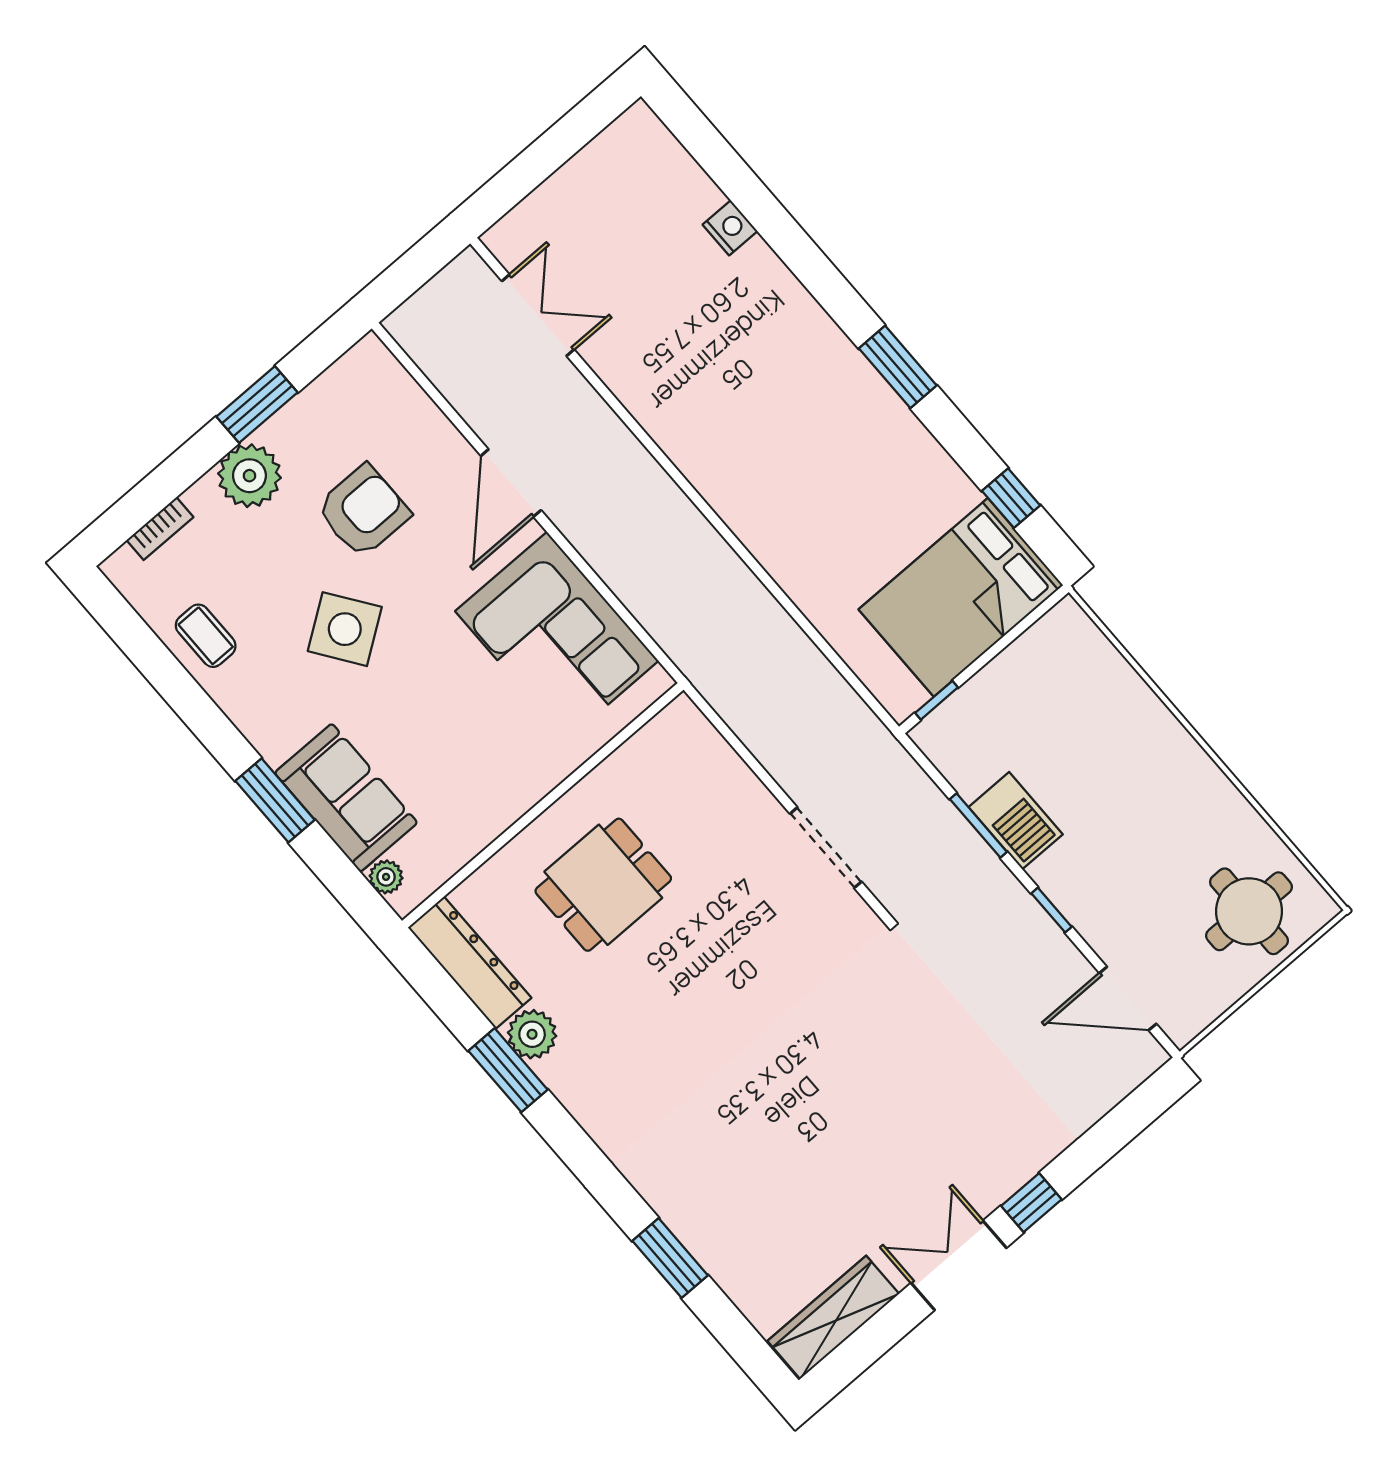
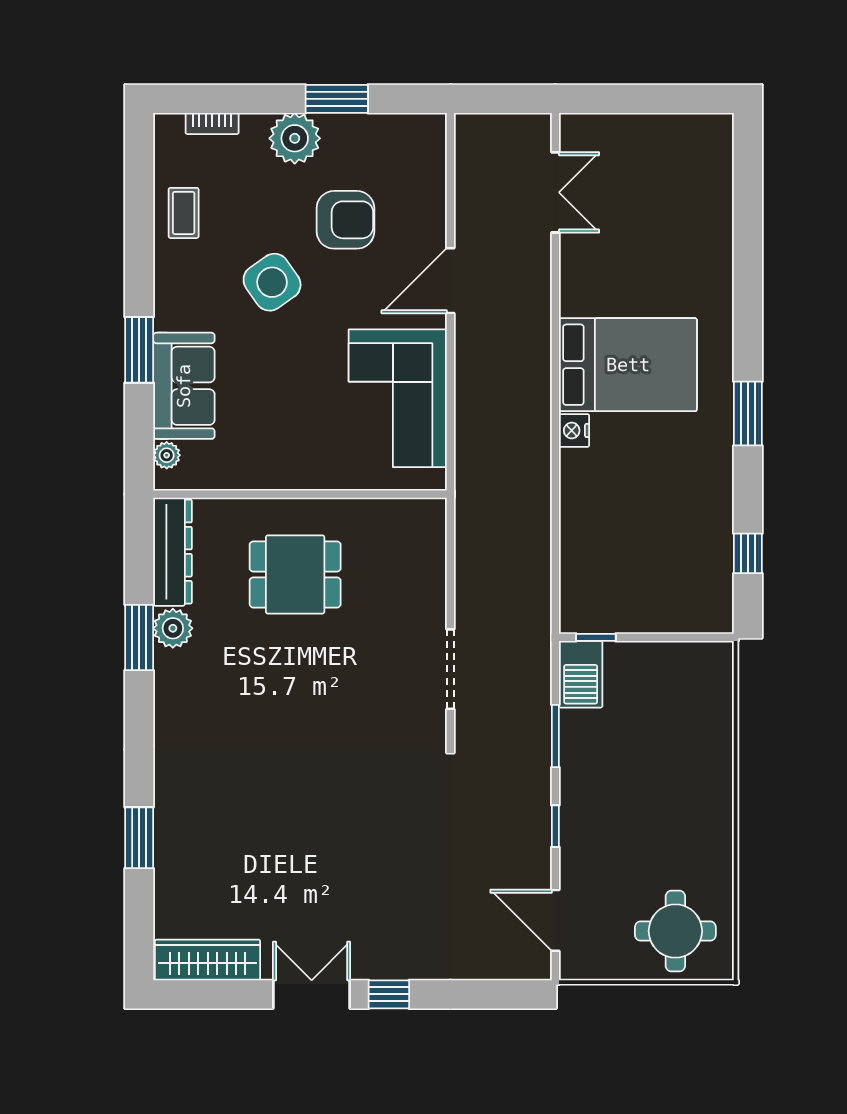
nightstand: (730, 228) -> (574, 430), moved, turned 180
bed: (961, 597) -> (628, 365), moved, turned 180
barbecue: (1016, 821) -> (581, 674), moved

